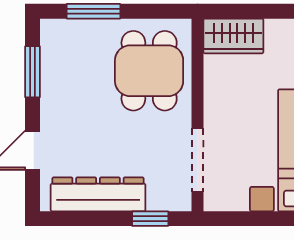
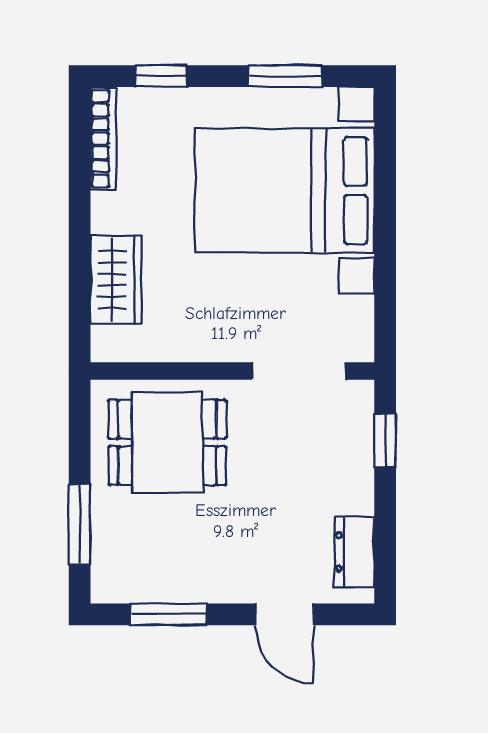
wardrobe: (233, 36) -> (116, 280), moved
dresser: (98, 194) -> (354, 552), width x0.51, depth x0.80

